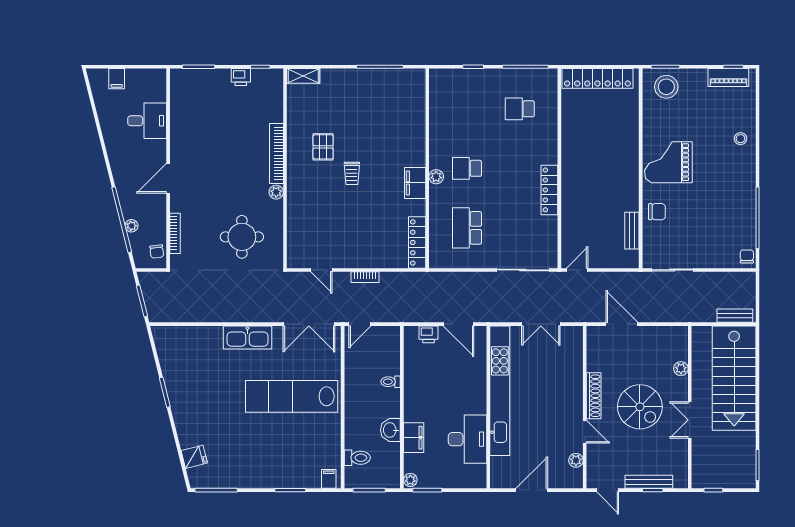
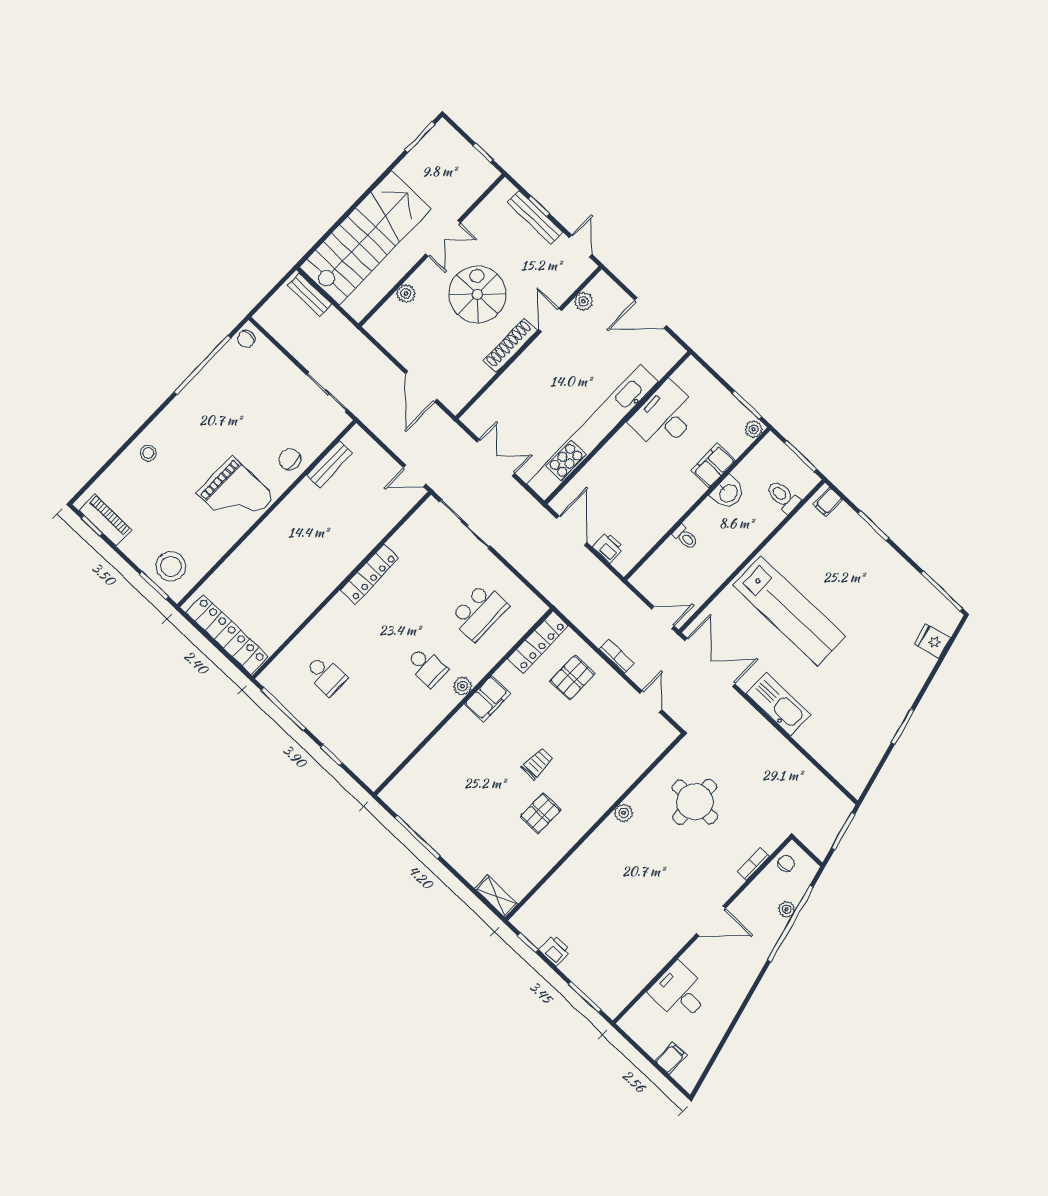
bookcase: (276, 154) -> (589, 848), removed
bookcase: (175, 233) -> (753, 864), width x0.64
pallet: (379, 241) -> (572, 678), added

